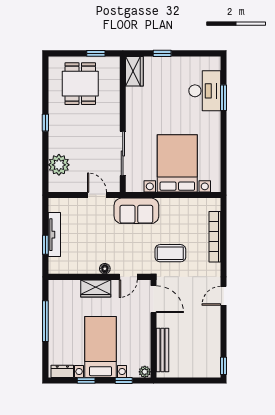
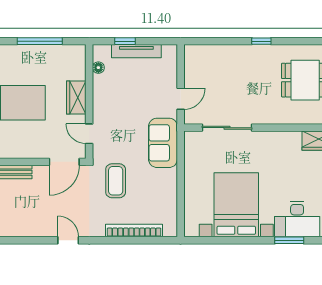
bed with nightstands: (177, 163) -> (236, 205), moved, turned -90
plant: (59, 165) -> (214, 56), removed
floor lamp: (105, 269) -> (98, 68), moved

